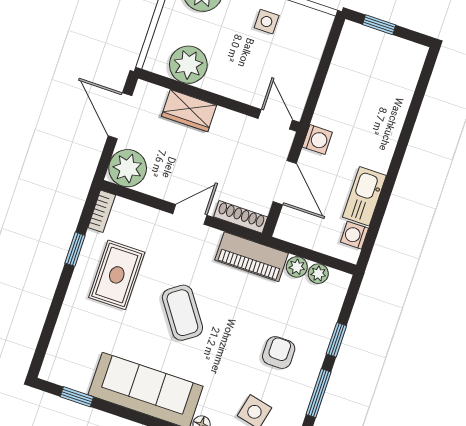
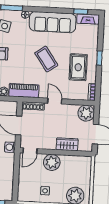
plant: (188, 65) -> (52, 162), moved
door: (275, 119) -> (30, 151), hinge flipped
door: (190, 214) -> (55, 101), swing flipped
window: (75, 249) -> (99, 58), moved
fireplace: (65, 376) -> (88, 19), added

